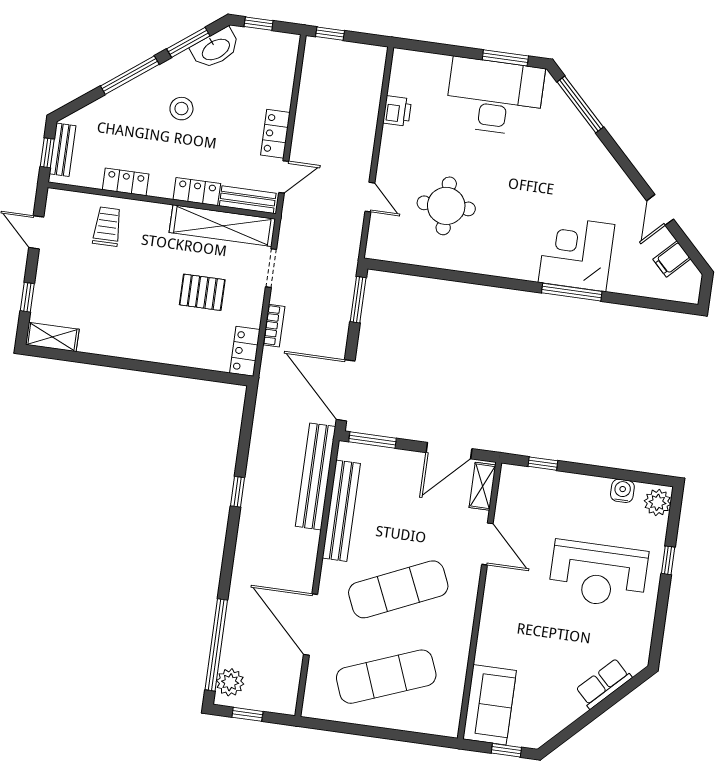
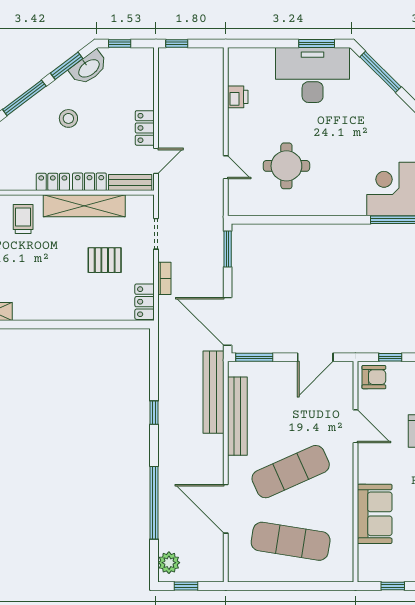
locker: (126, 182) -> (53, 182), moved
shelving: (222, 226) -> (84, 206), moved
shelving: (482, 486) -> (345, 382), removed
armchair: (519, 486) -> (374, 377), added
window: (216, 645) -> (154, 503), moved
exercise mat: (386, 677) -> (291, 541), turned 30
sofa: (490, 705) -> (375, 514), moved

